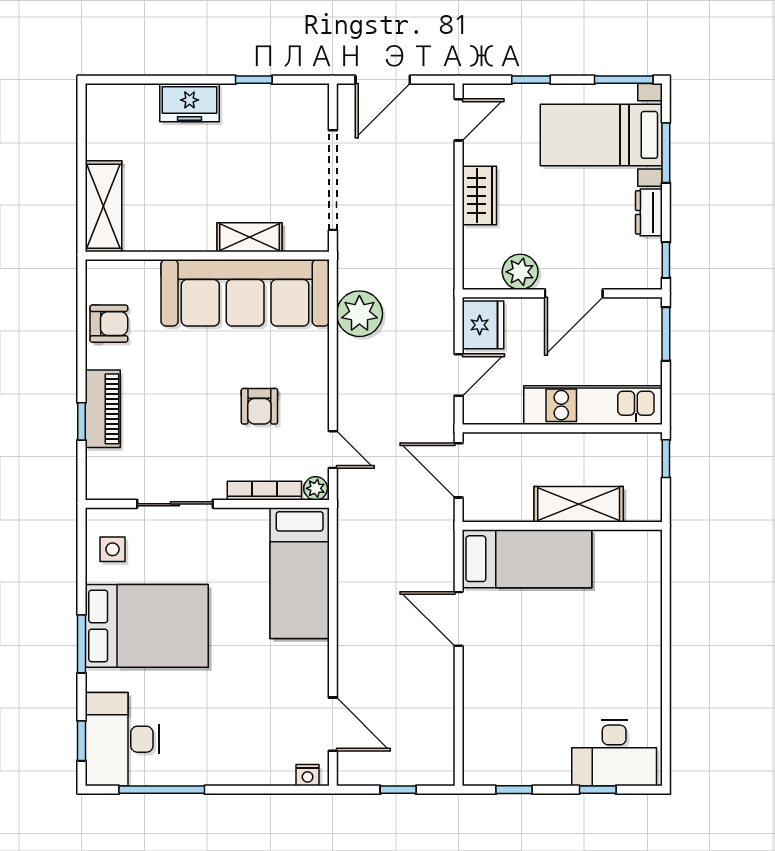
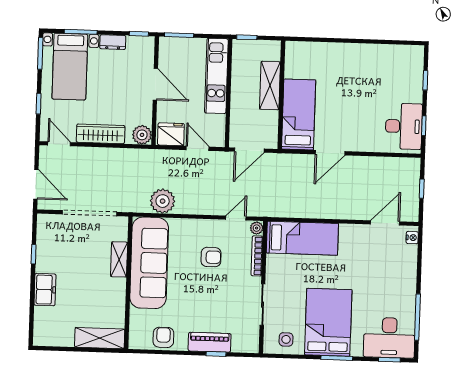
wardrobe: (479, 196) -> (101, 134), width x1.50
plant: (520, 272) -> (142, 135), moved
desk: (614, 753) -> (404, 126), moved

